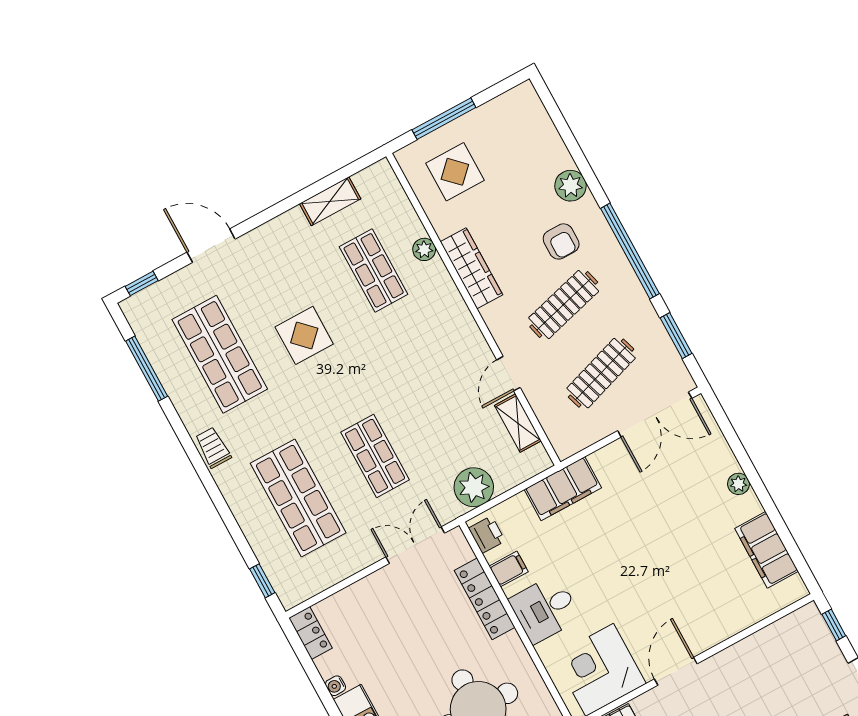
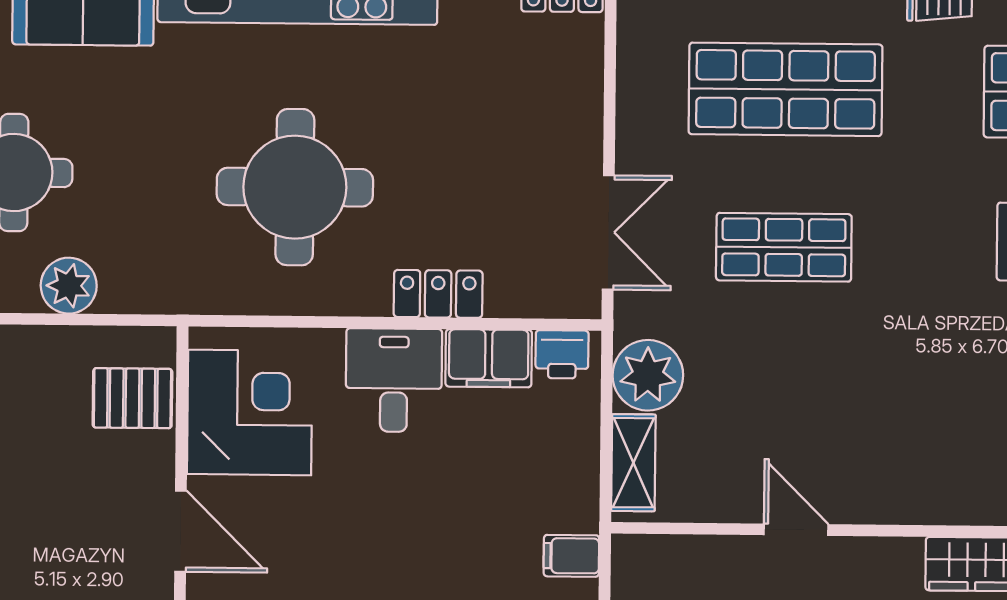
shelving: (518, 423) -> (633, 463), moved, turned 90
filing cabinet: (563, 489) -> (571, 556), width x0.33, depth x0.86
filing cabinet: (509, 569) -> (489, 358), width x2.00
locker: (485, 599) -> (438, 294), width x0.66

